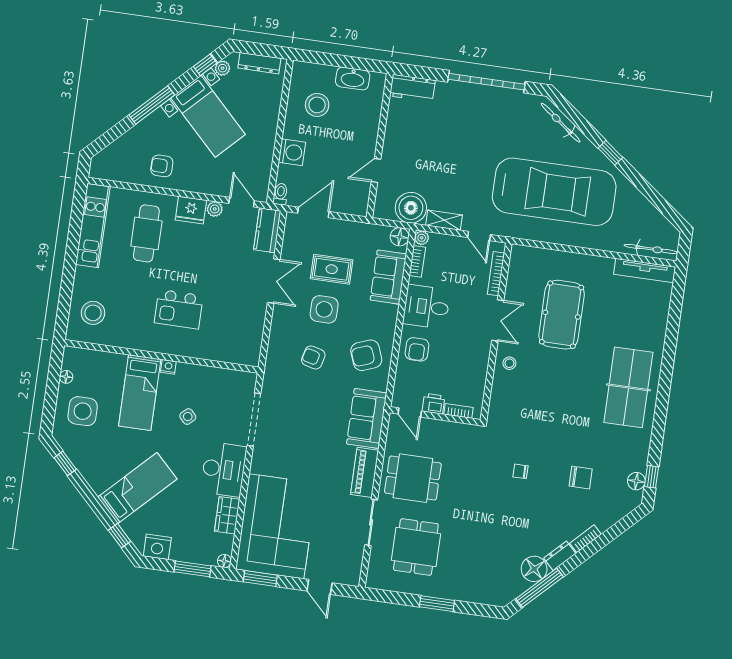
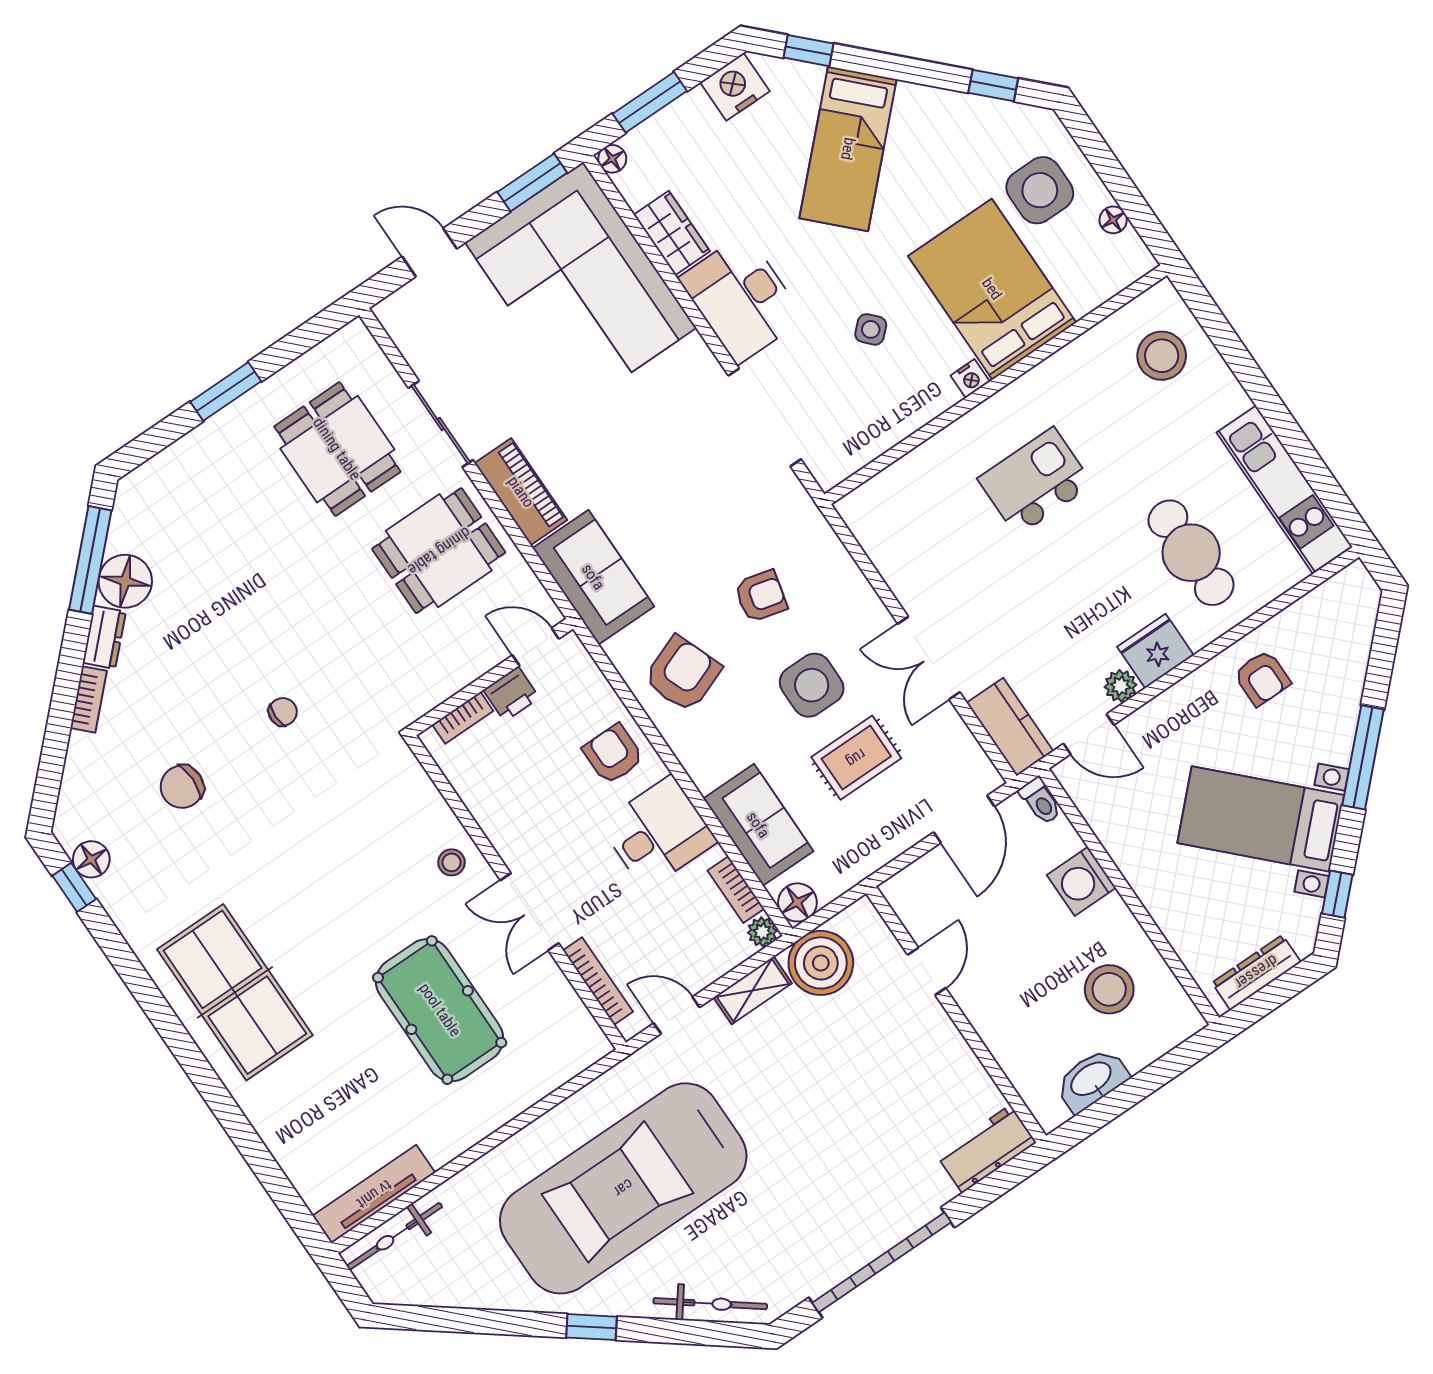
plant: (222, 68) -> (1306, 913), removed
armchair: (162, 166) -> (1262, 678), turned 90
bed: (140, 393) -> (992, 289), width x1.50

